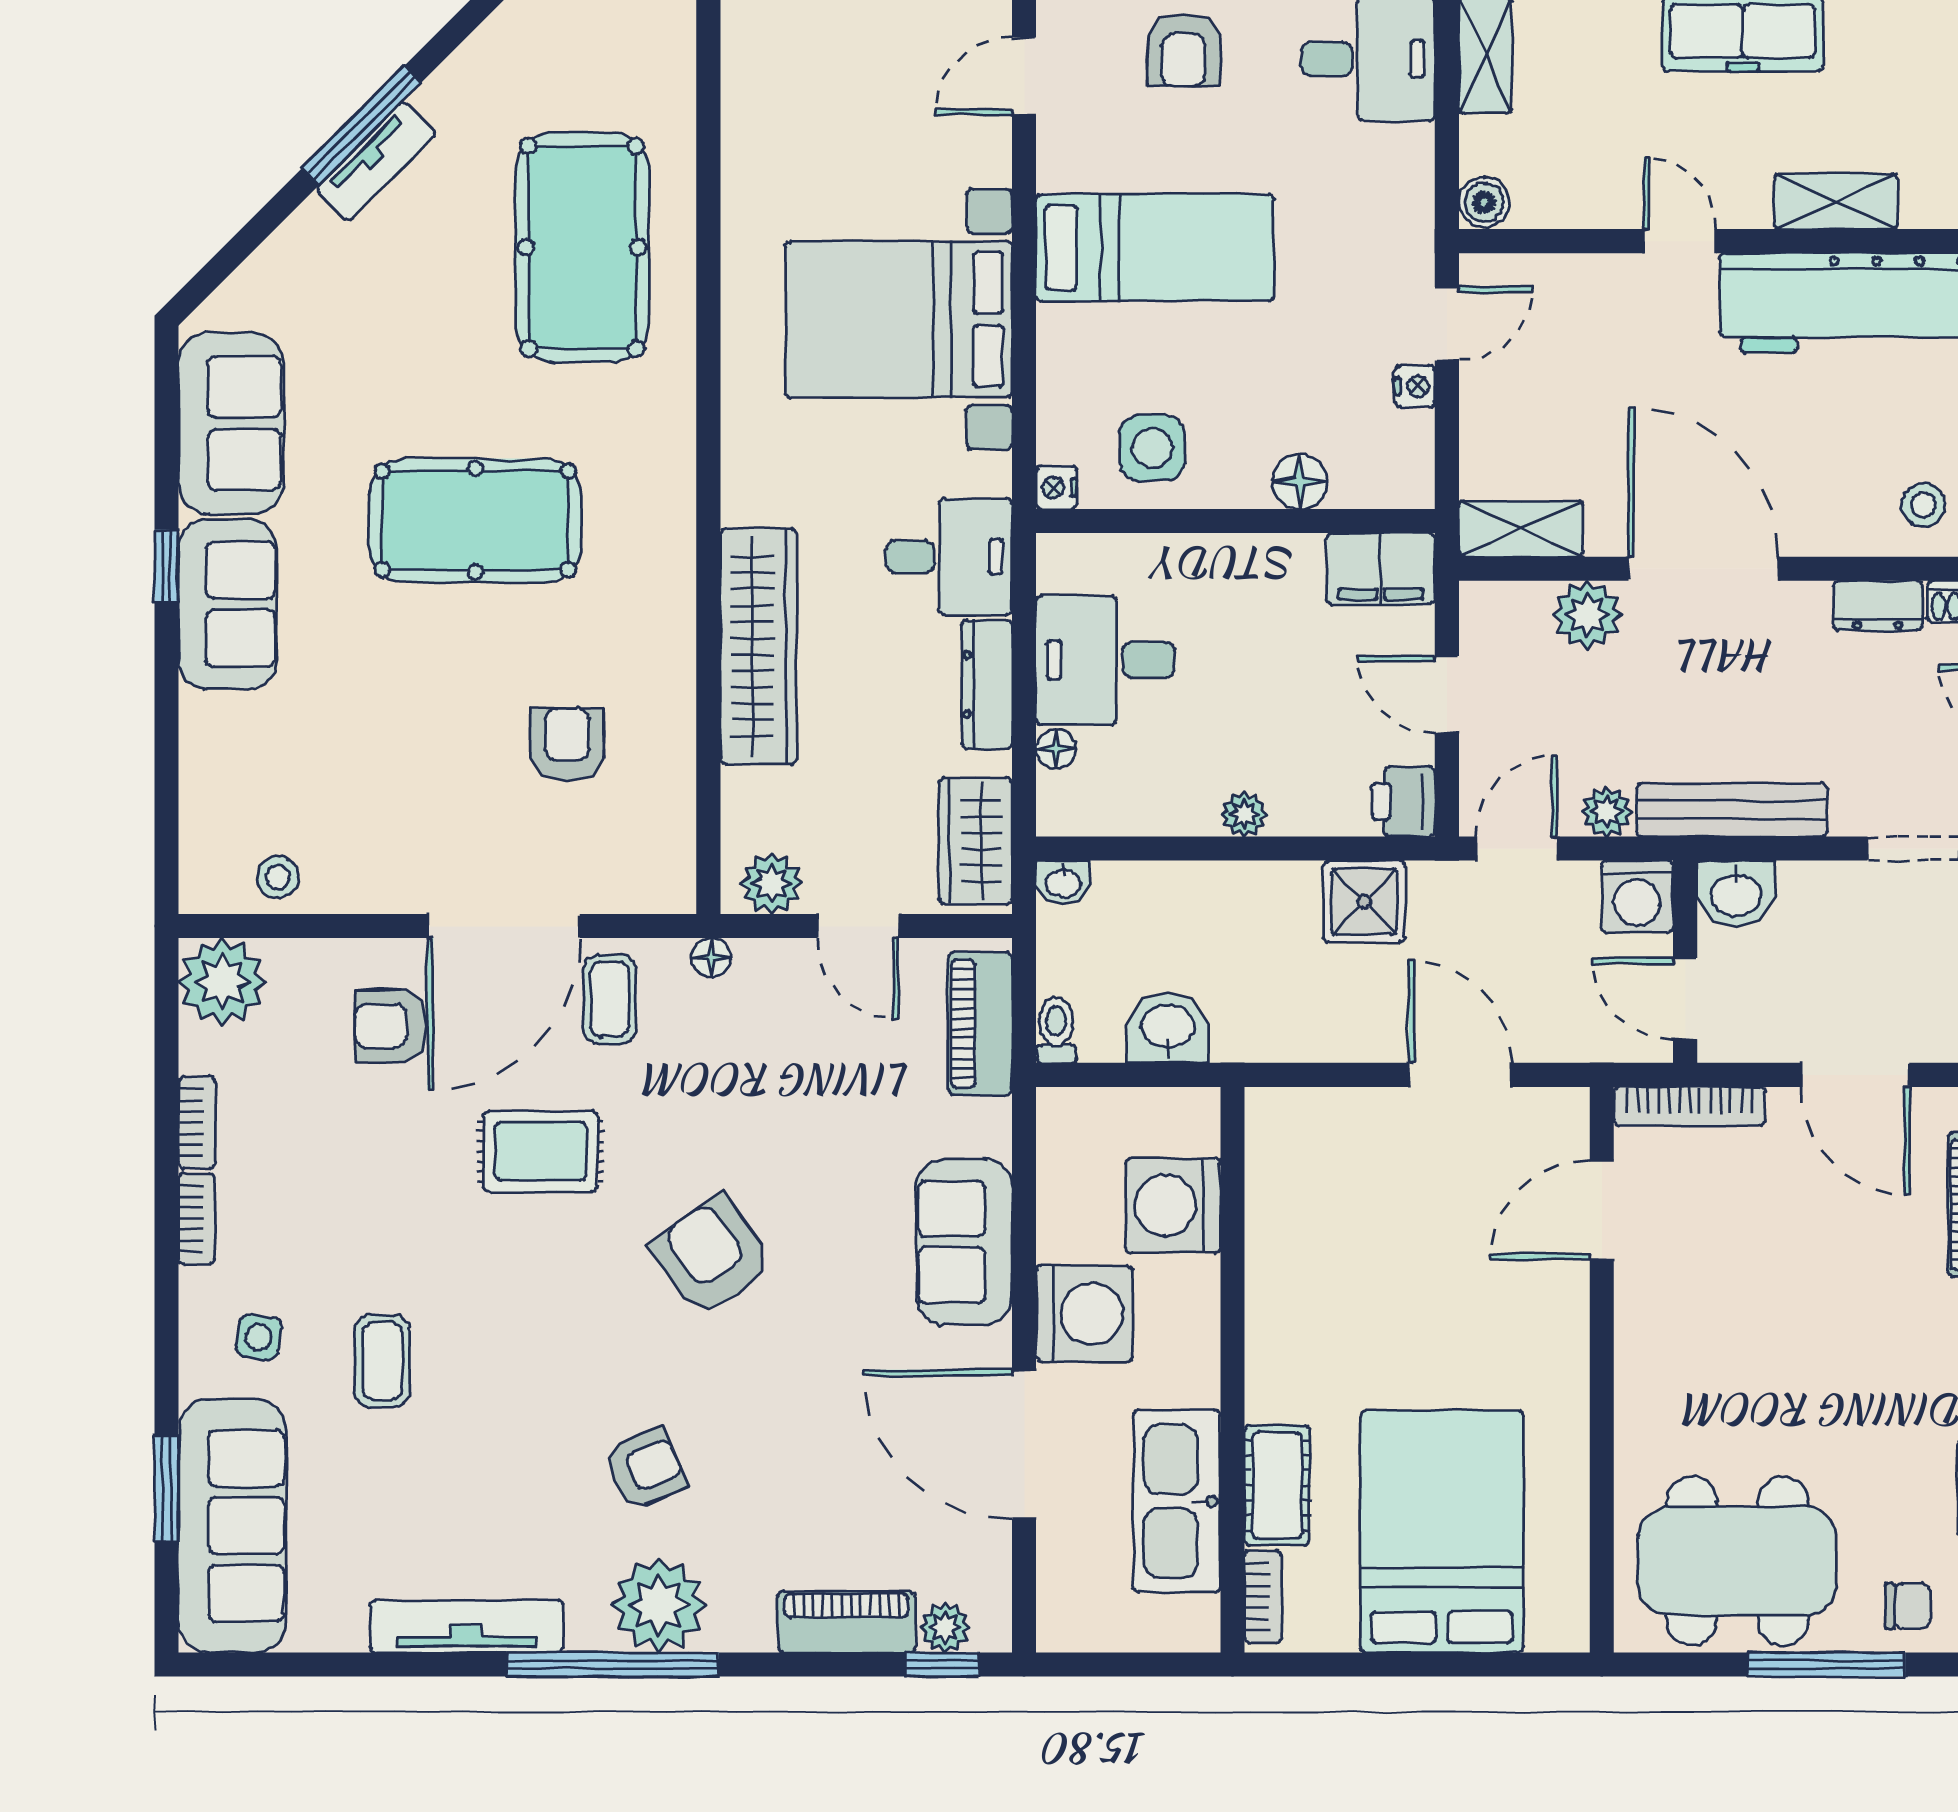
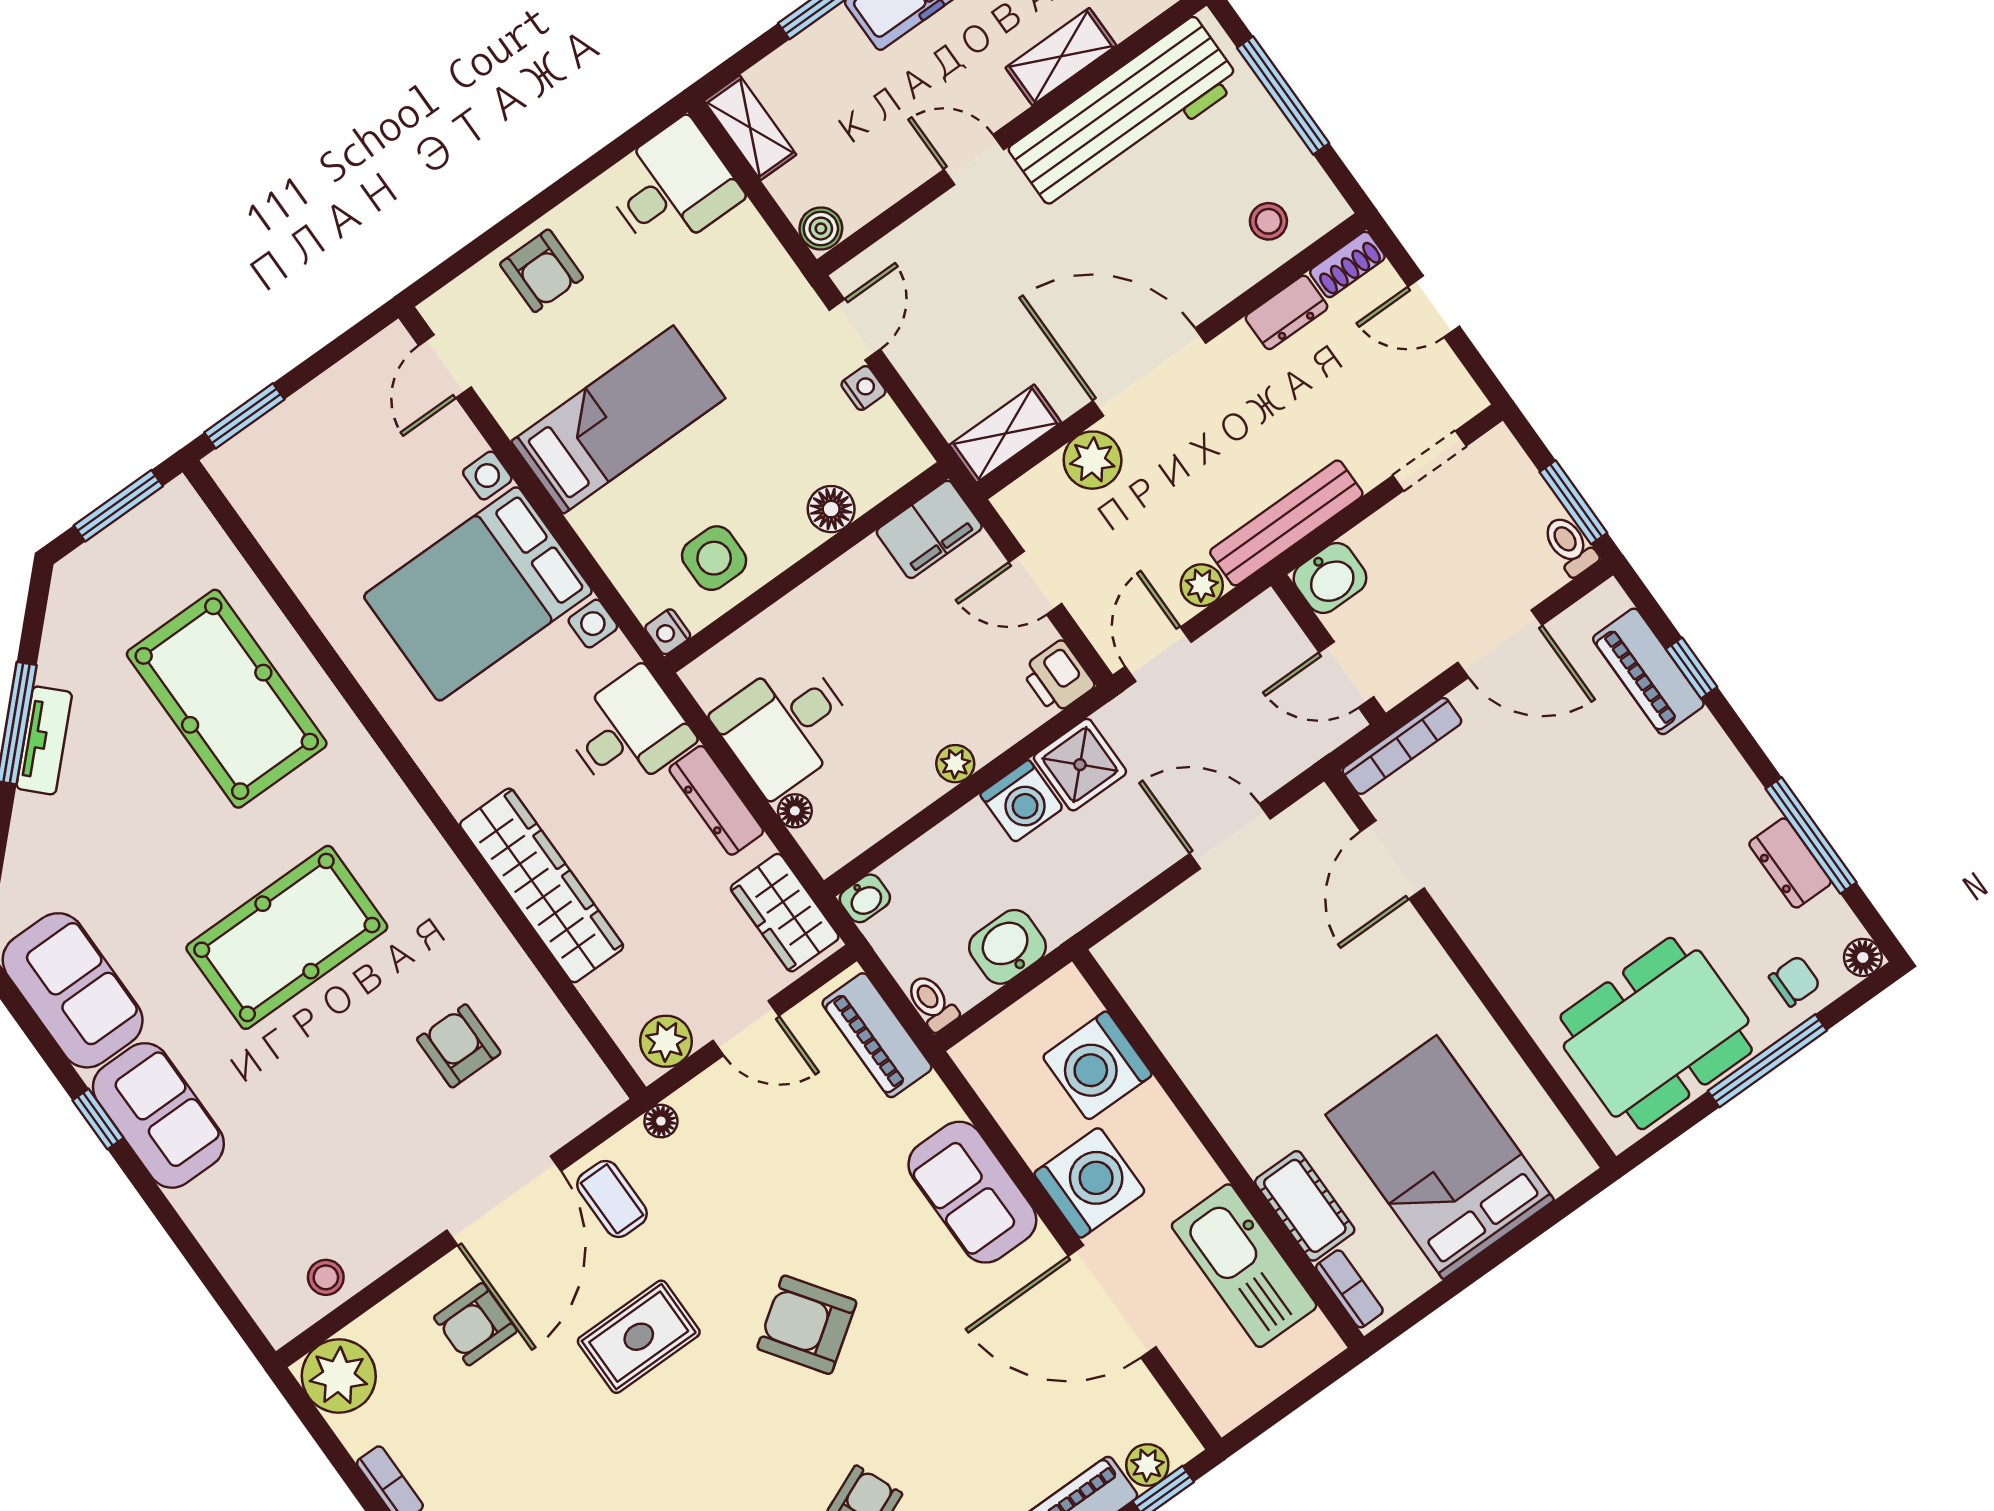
washing machine: (1637, 897) -> (1022, 801), moved

